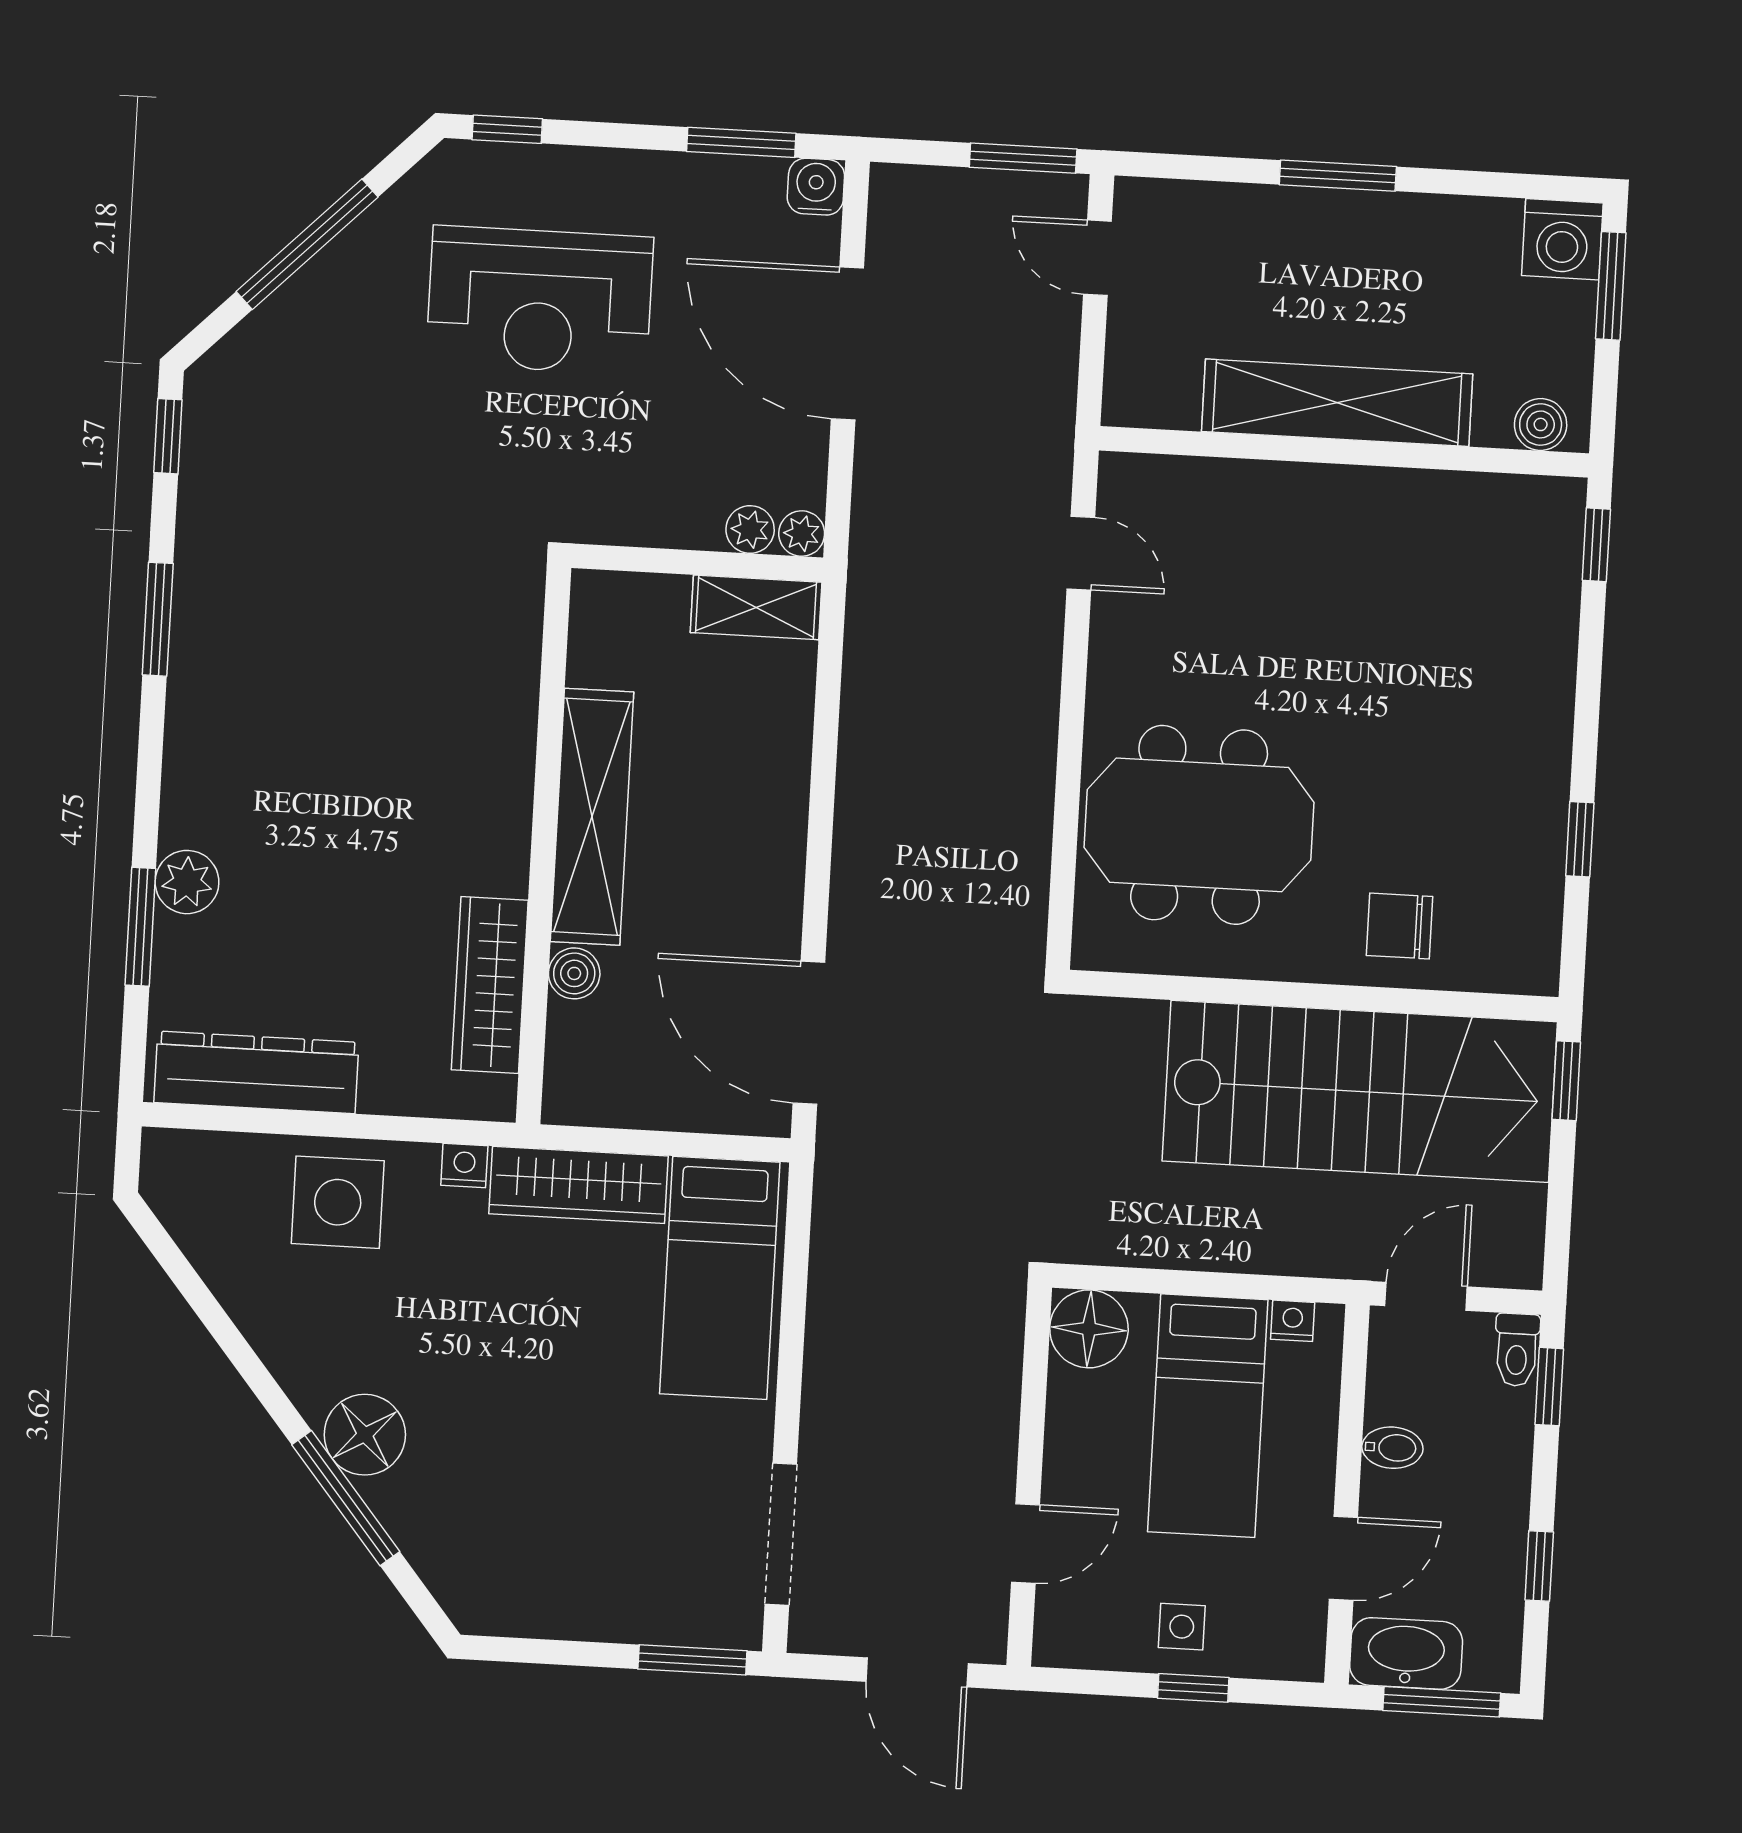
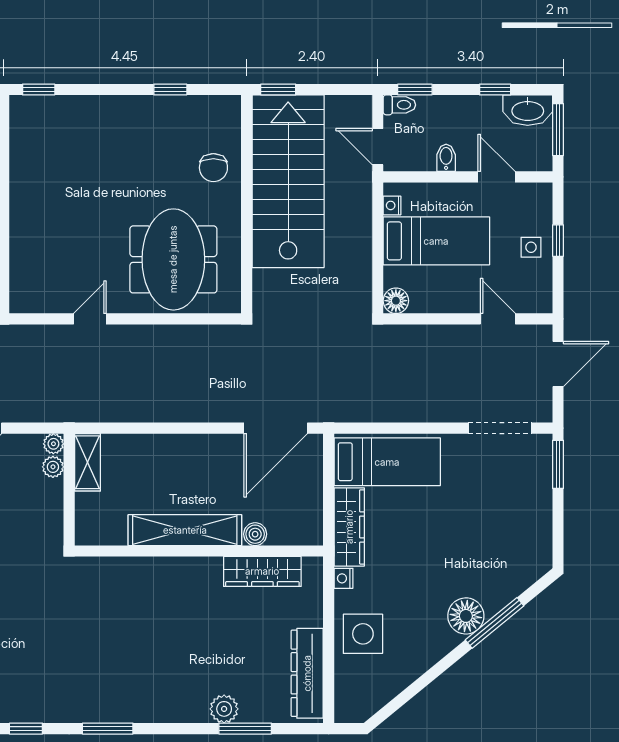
door: (1081, 553) -> (90, 319), moved
floor lamp: (1089, 1329) -> (396, 301), width x0.73, depth x0.73
washbasin: (1406, 1653) -> (528, 110), moved, turned -90

